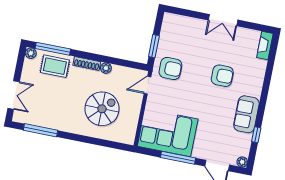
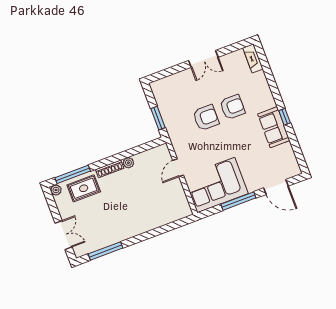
armchair: (170, 68) -> (206, 118), moved
door: (147, 85) -> (178, 168), moved
spiral stairs: (102, 109) -> (147, 200), removed
window: (256, 135) -> (285, 117), moved
plant: (242, 162) -> (296, 170), removed

